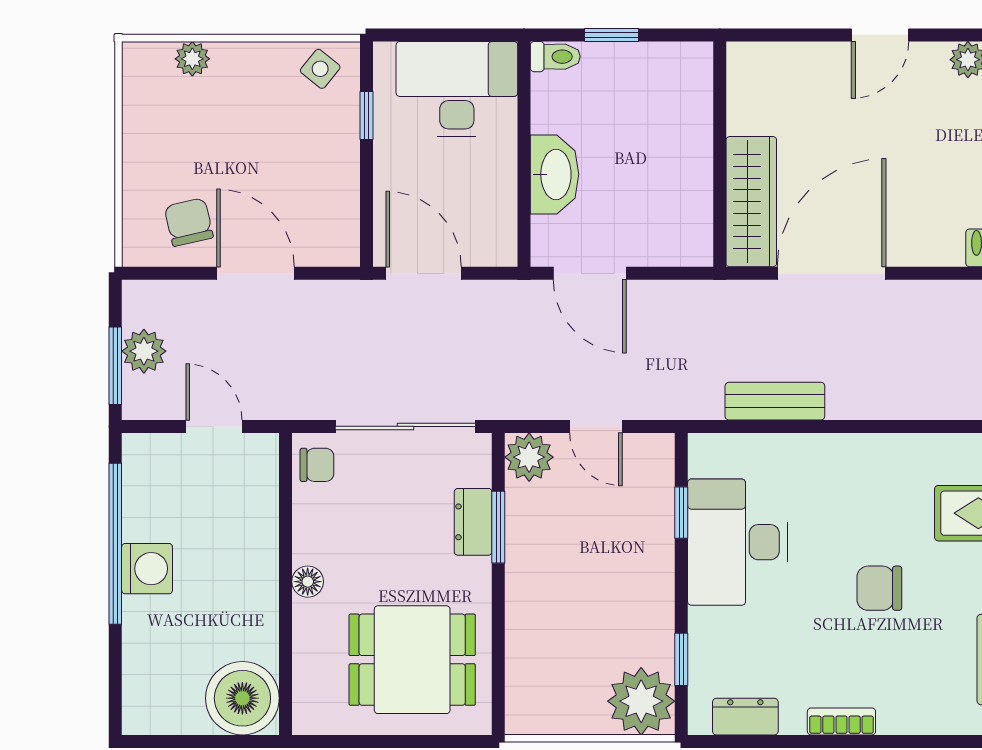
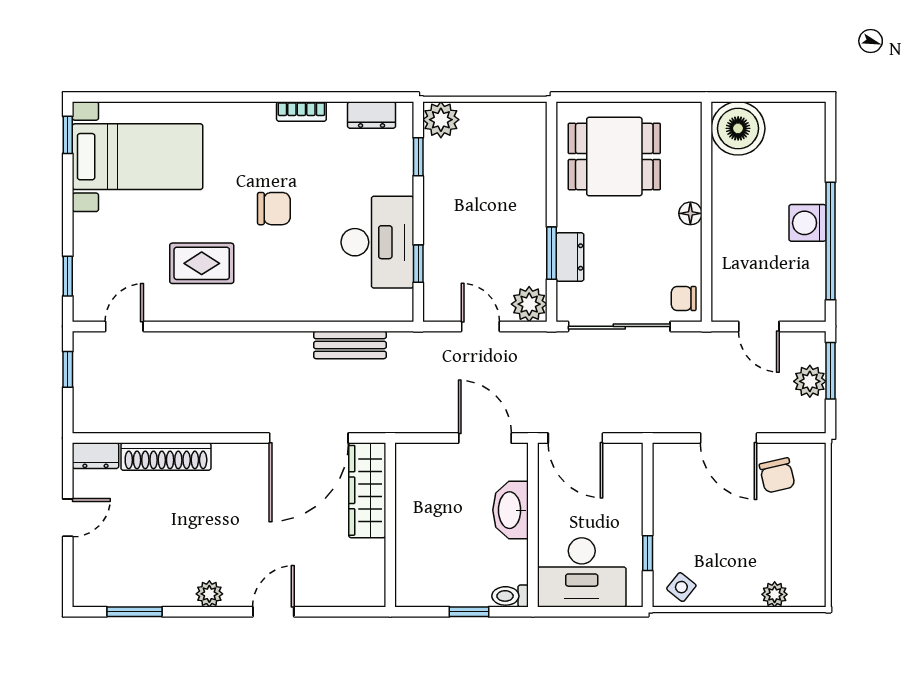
door: (424, 273) -> (575, 438), moved
plant: (641, 701) -> (441, 120), width x0.73, depth x0.73

